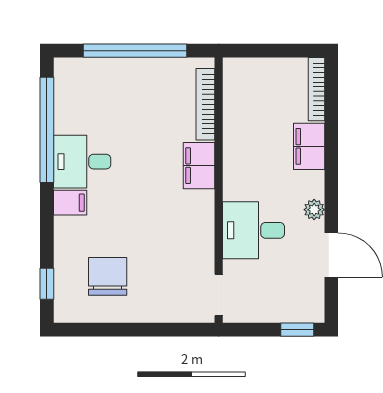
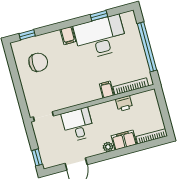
printer: (236, 127) -> (124, 104), added
window: (47, 130) -> (99, 16), width x0.32
desk: (82, 162) -> (100, 37), width x1.87, depth x1.30
filing cabinet: (199, 166) -> (107, 90), width x0.50
plant: (314, 210) -> (108, 147), moved

